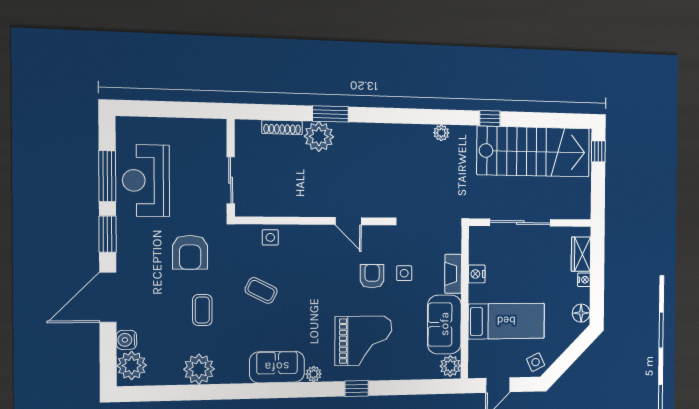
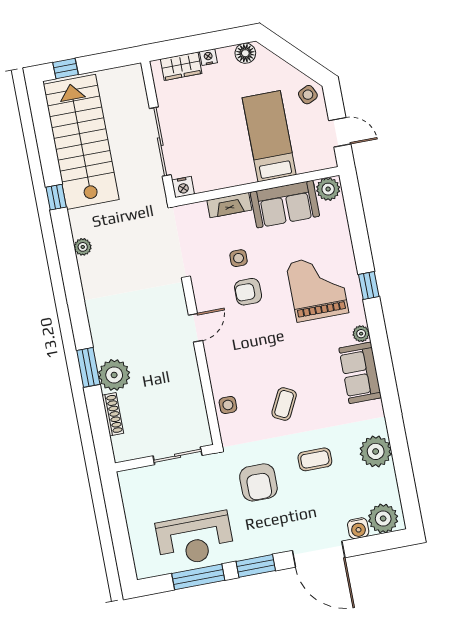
armchair: (190, 252) -> (258, 482), turned 90
nightstand: (477, 274) -> (183, 187), moved

